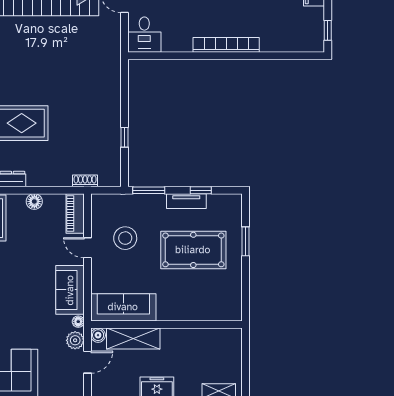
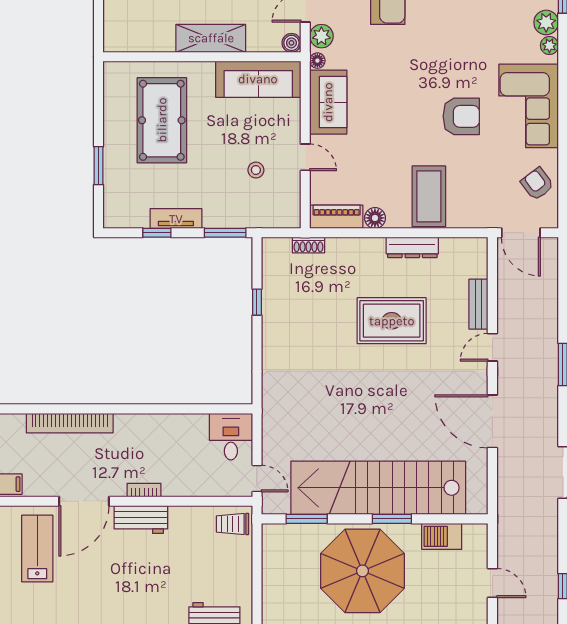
bookcase: (226, 45) -> (70, 423), moved
piano: (75, 213) -> (337, 217), moved, turned -90
stool: (125, 238) -> (256, 170), width x0.53, depth x0.53
pool table: (193, 250) -> (162, 120), moved, turned 90
shelving: (133, 339) -> (211, 38), moved

